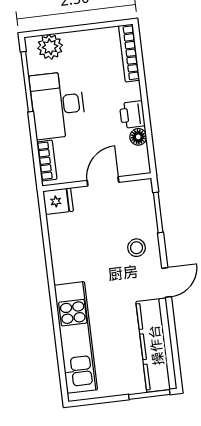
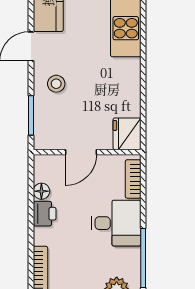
desk: (58, 105) -> (116, 223), width x0.73
fridge: (58, 201) -> (127, 134), width x1.38

